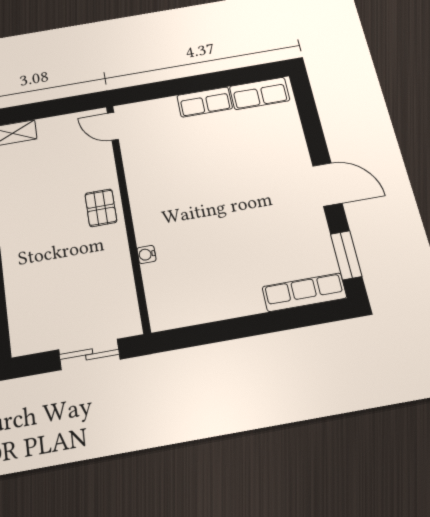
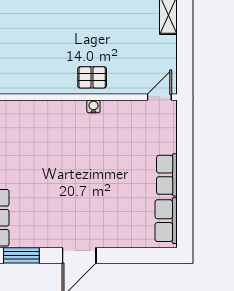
water cooler: (146, 254) -> (93, 106), moved

